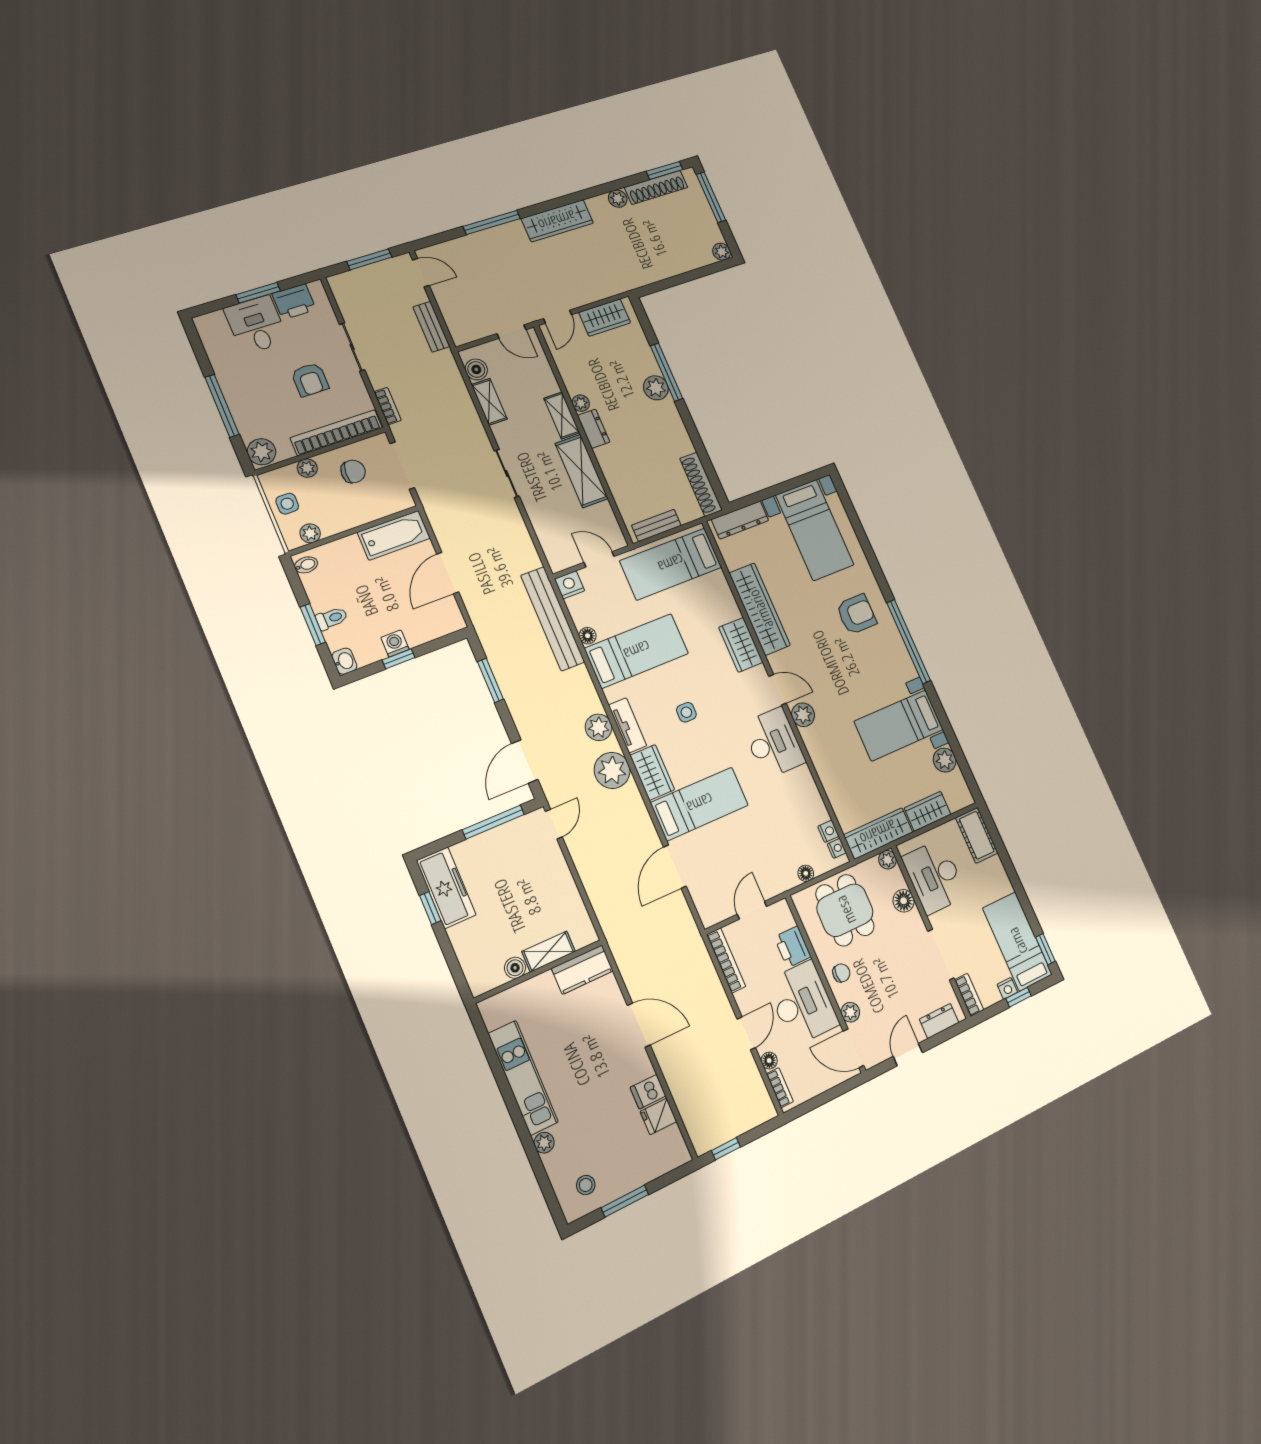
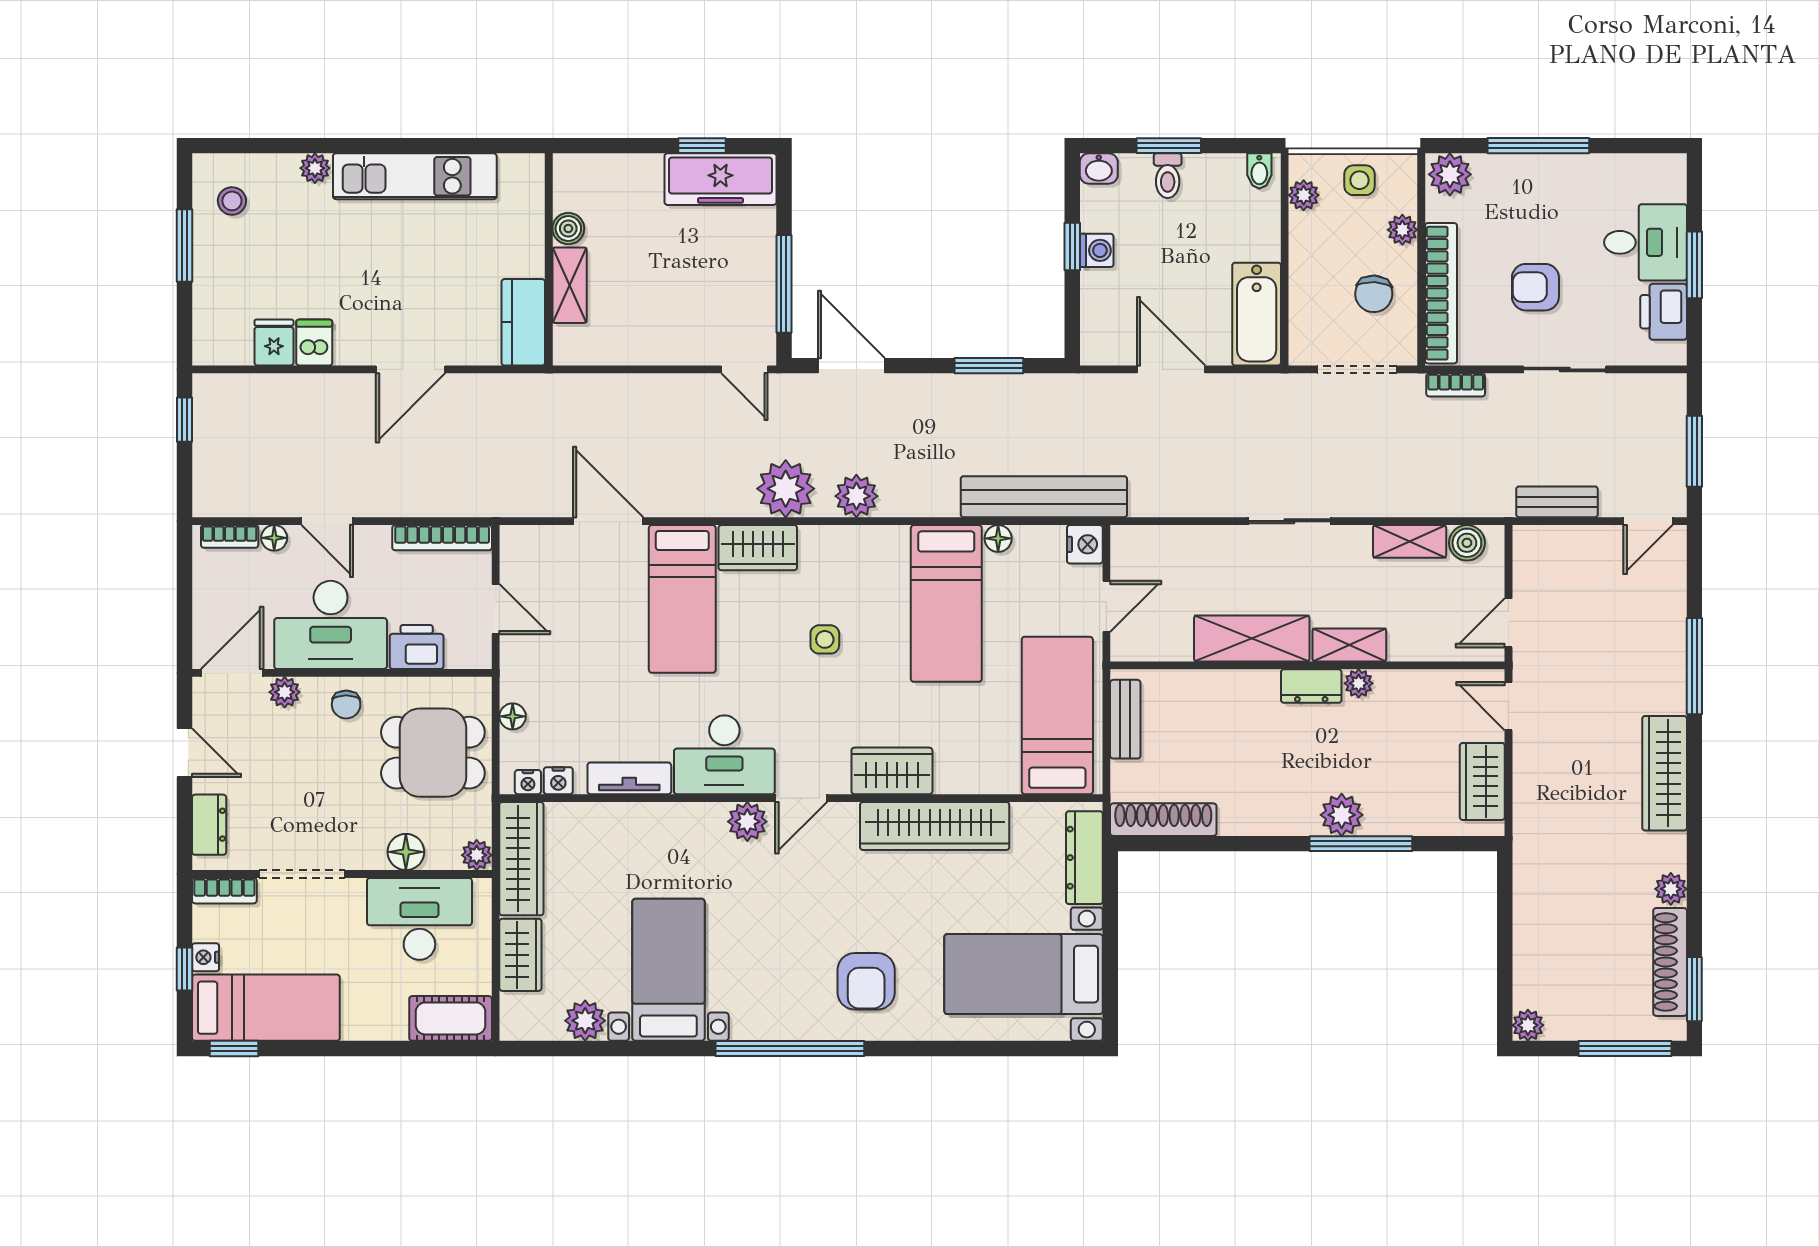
tv unit: (628, 725) -> (629, 778), moved, turned 180

